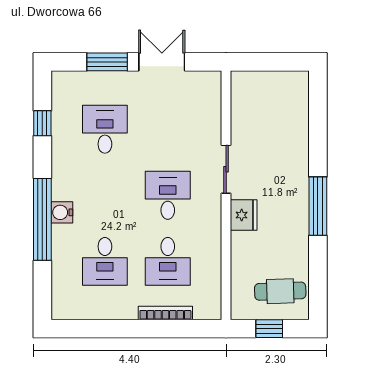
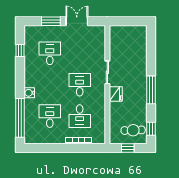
window: (42, 219) -> (20, 118), moved
desk: (105, 261) -> (50, 116), turned 180
window: (318, 288) -> (151, 129), added

